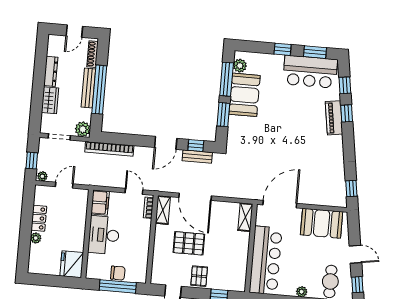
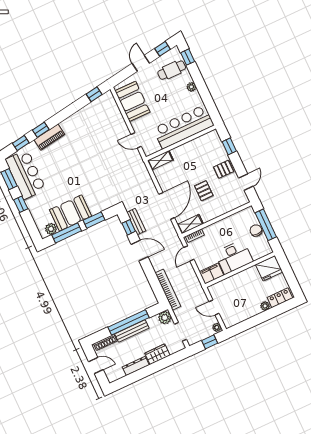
door: (280, 204) -> (136, 140), width x0.53
locker: (39, 218) -> (280, 298), moved
pallet: (189, 243) -> (204, 191), width x0.67, depth x0.71

